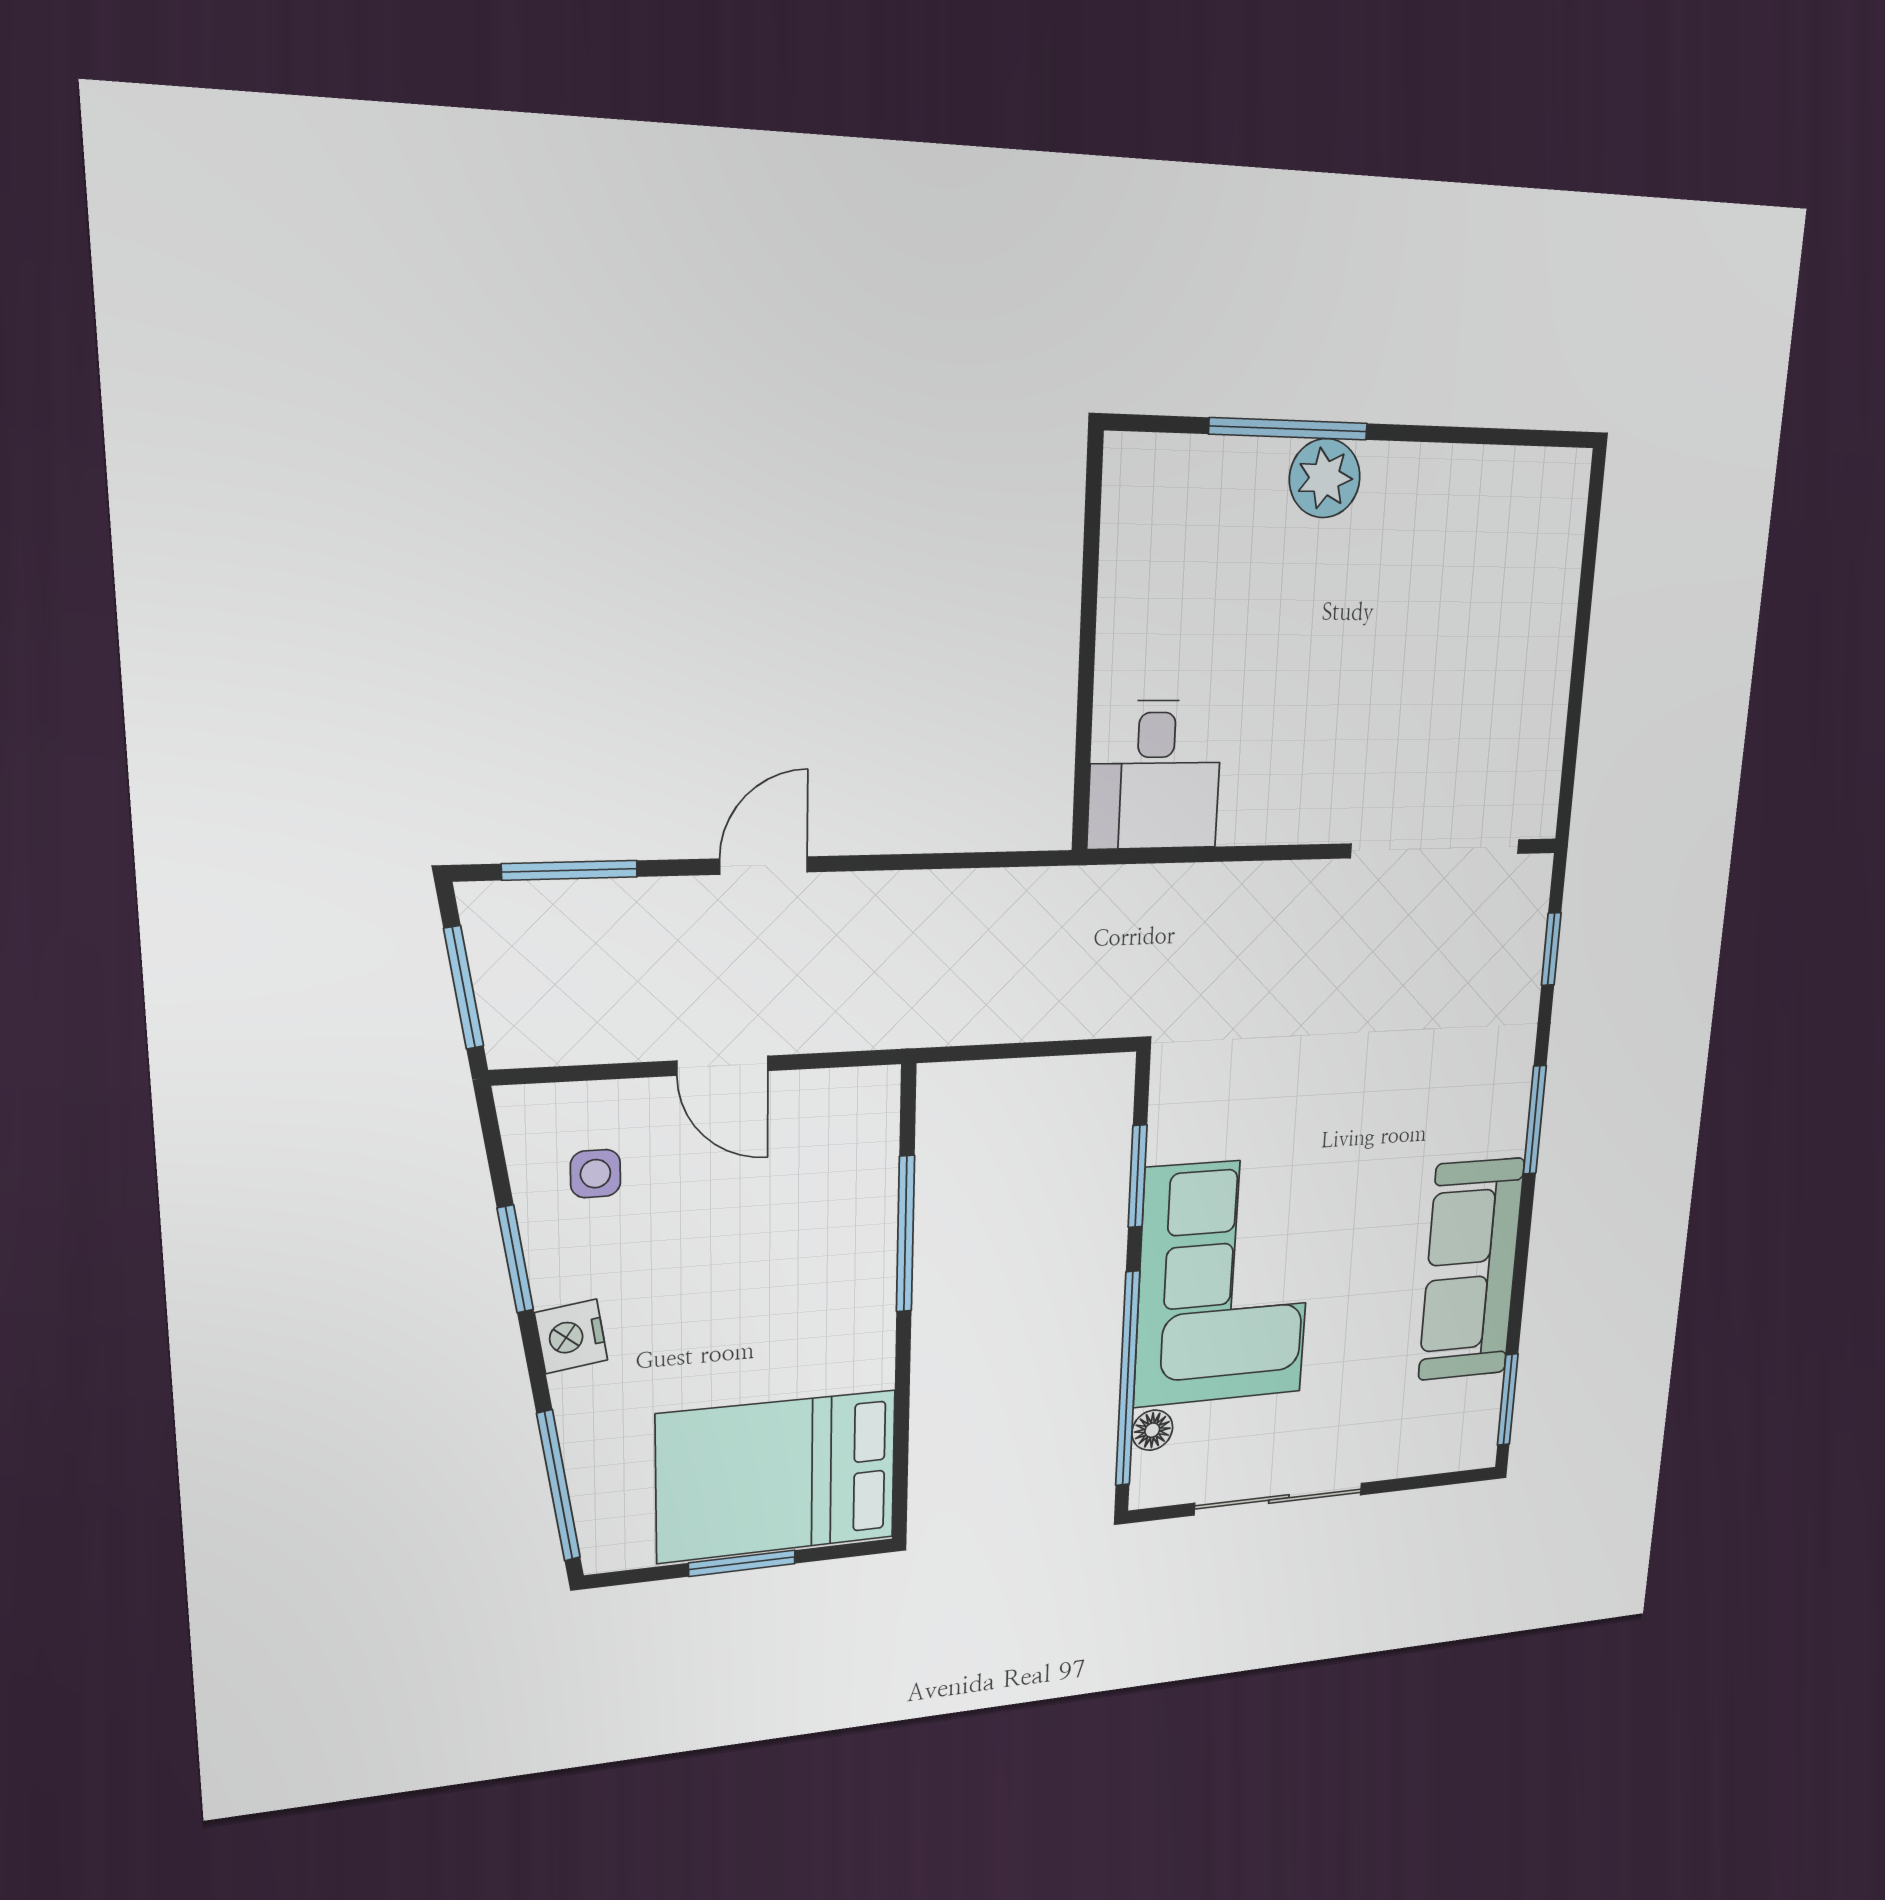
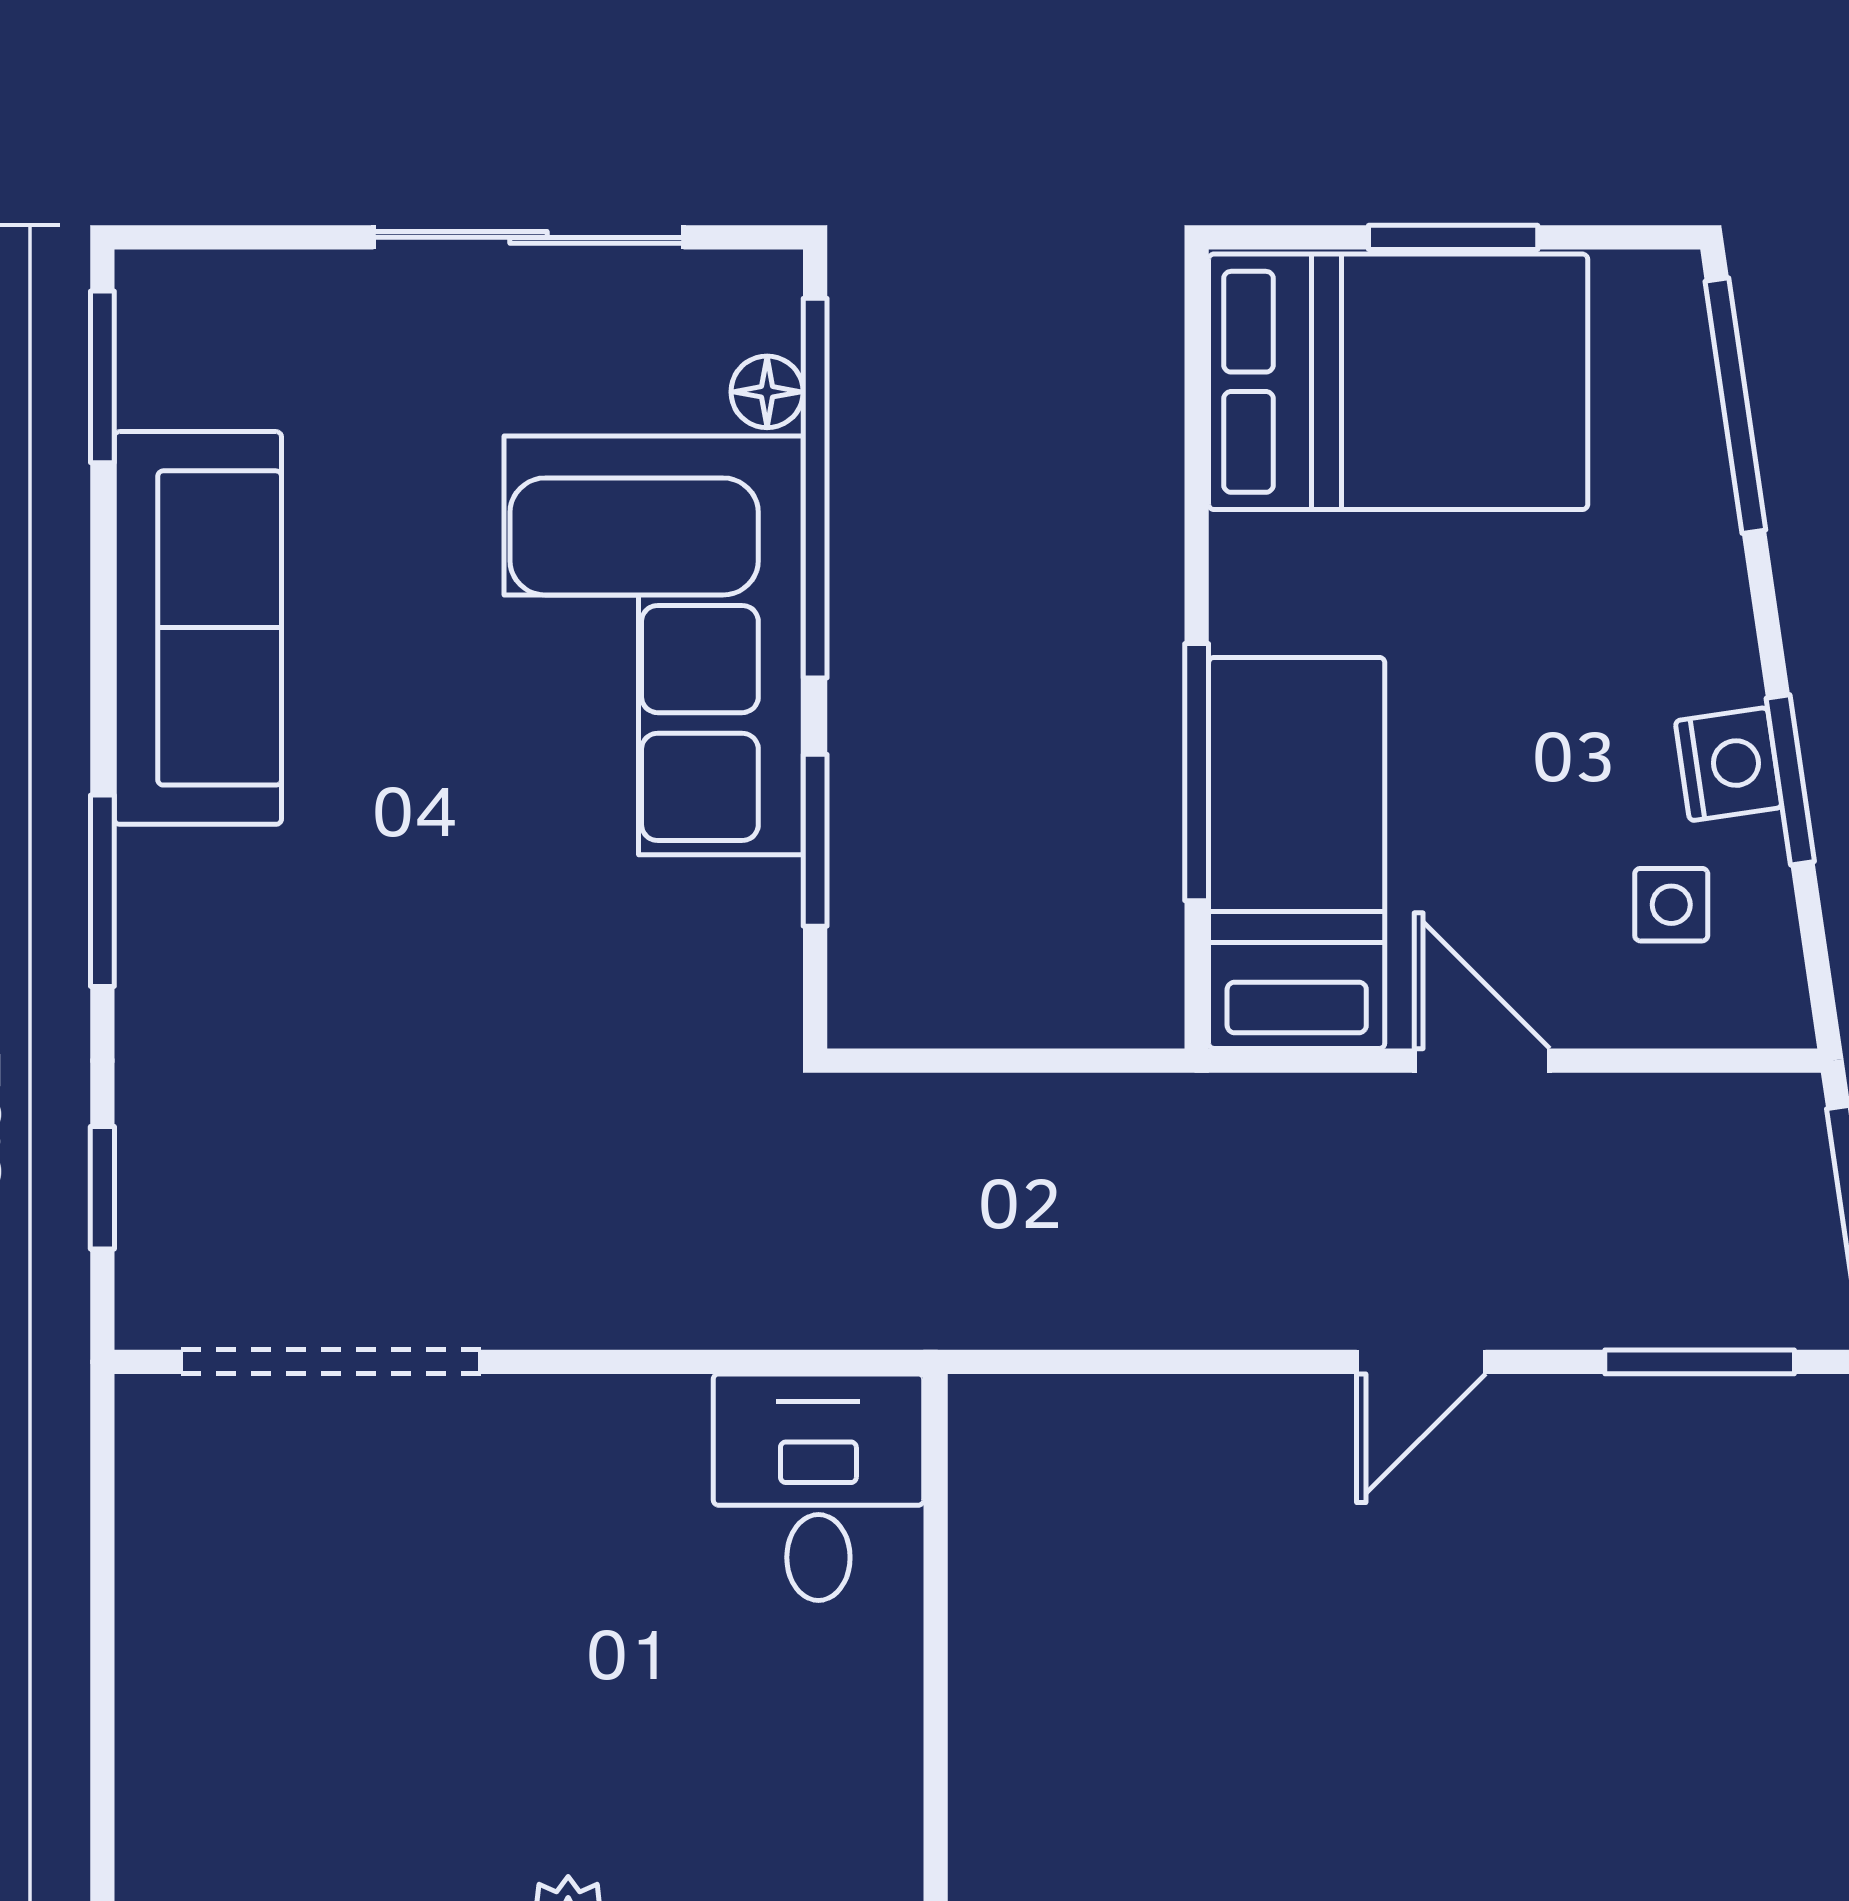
bed: (843, 1189) -> (1297, 853), added
nightstand: (571, 1336) -> (1729, 764), moved

